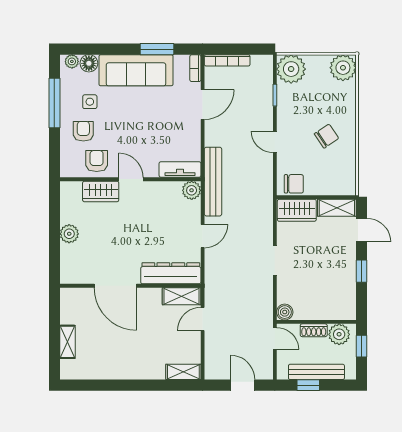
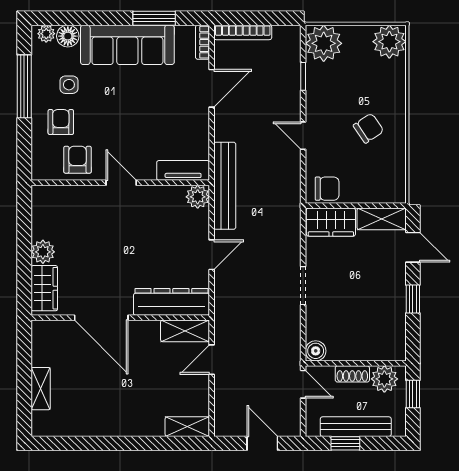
wardrobe: (101, 191) -> (44, 288), moved, turned -90

